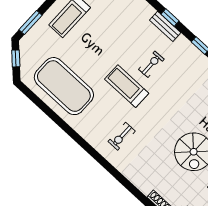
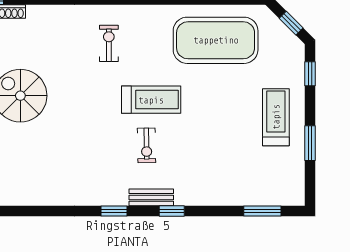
window: (30, 22) -> (310, 74), width x0.67
bench: (165, 26) -> (151, 197), moved

